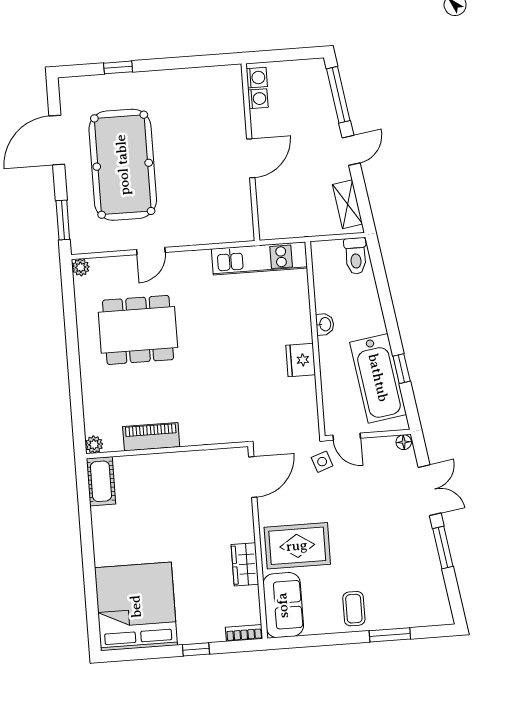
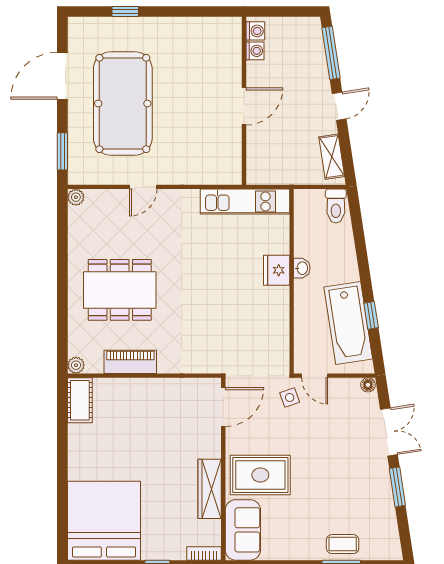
dining table: (138, 330) -> (120, 290), moved
fridge: (301, 360) -> (277, 270), moved
wardrobe: (245, 564) -> (210, 489), width x1.50
coffee table: (354, 609) -> (343, 544), moved, turned 90

